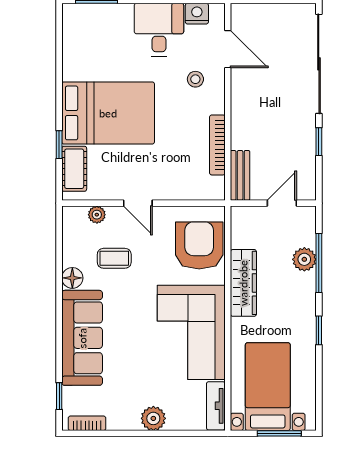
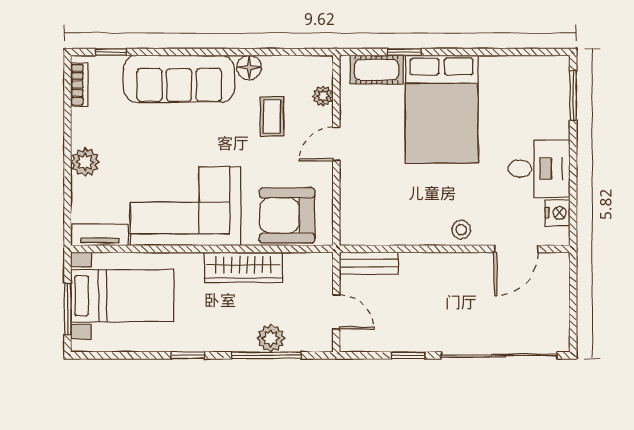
stool: (195, 79) -> (461, 230), moved
bookcase: (217, 145) -> (404, 237), removed
armchair: (199, 245) -> (287, 215), turned 180

